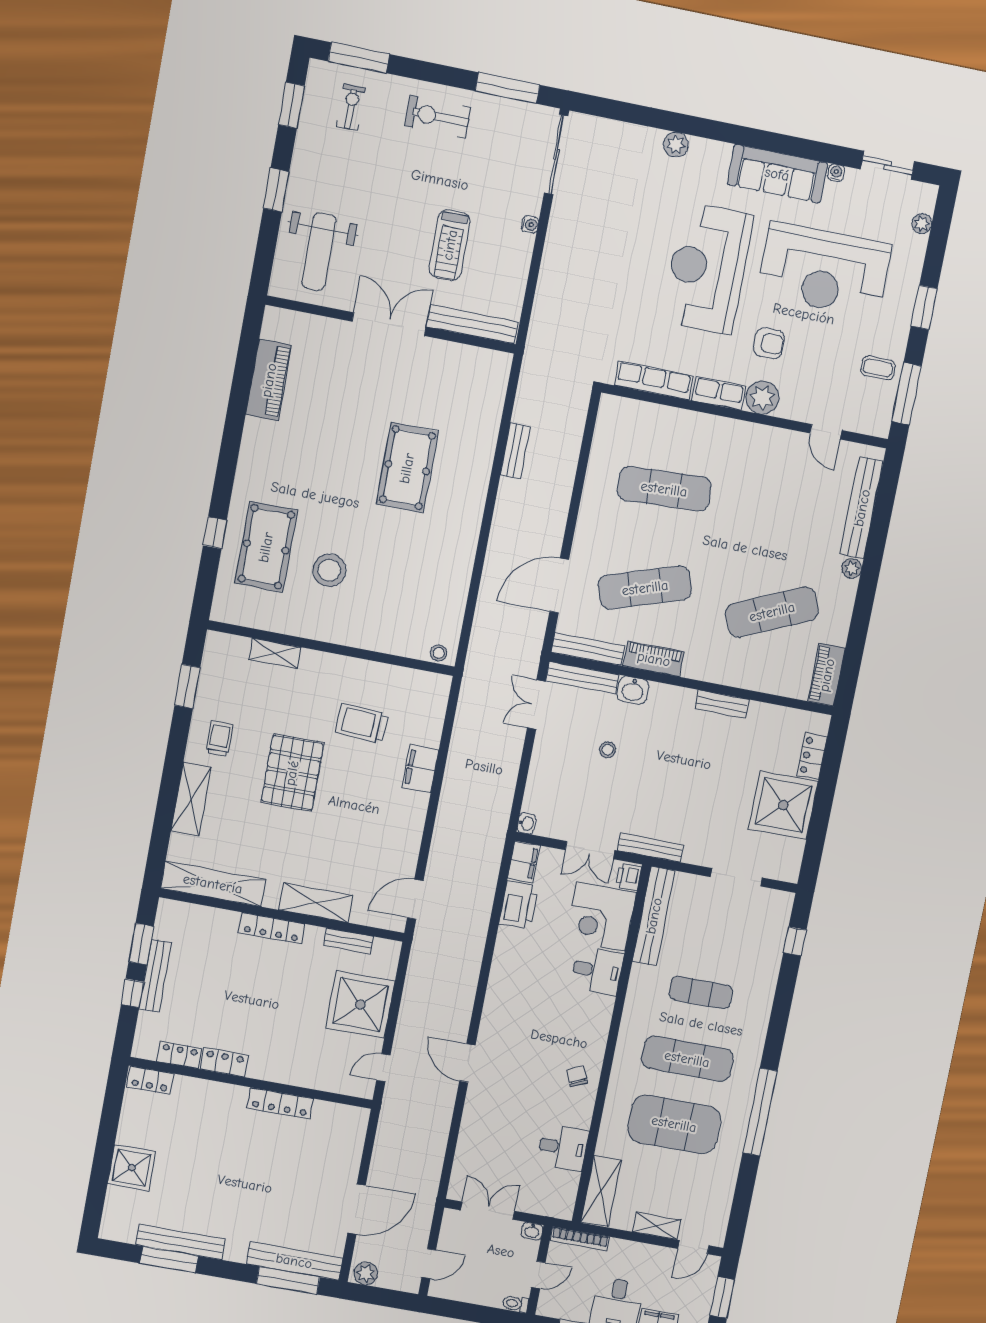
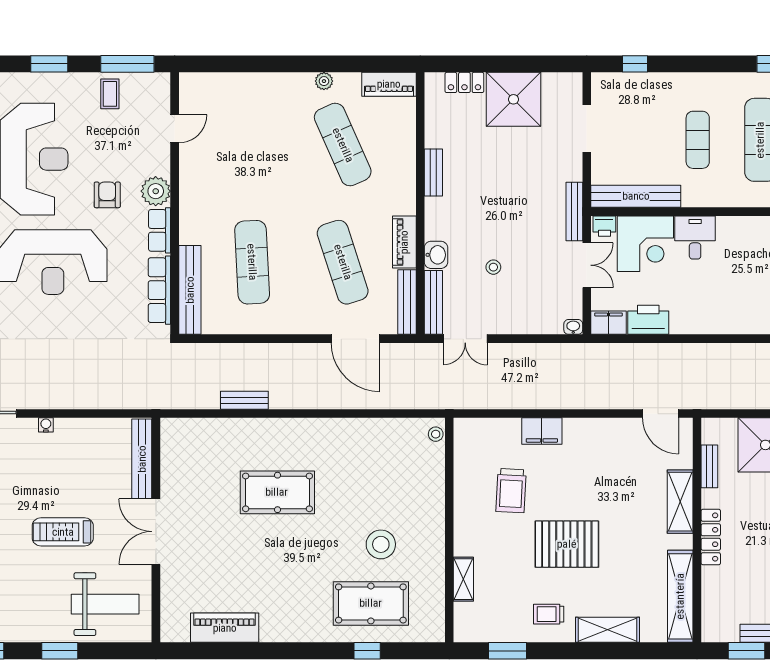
treadmill: (450, 245) -> (63, 532), moved, turned 180
bench: (862, 508) -> (190, 290), moved, turned 90
plant: (852, 568) -> (324, 81), moved

